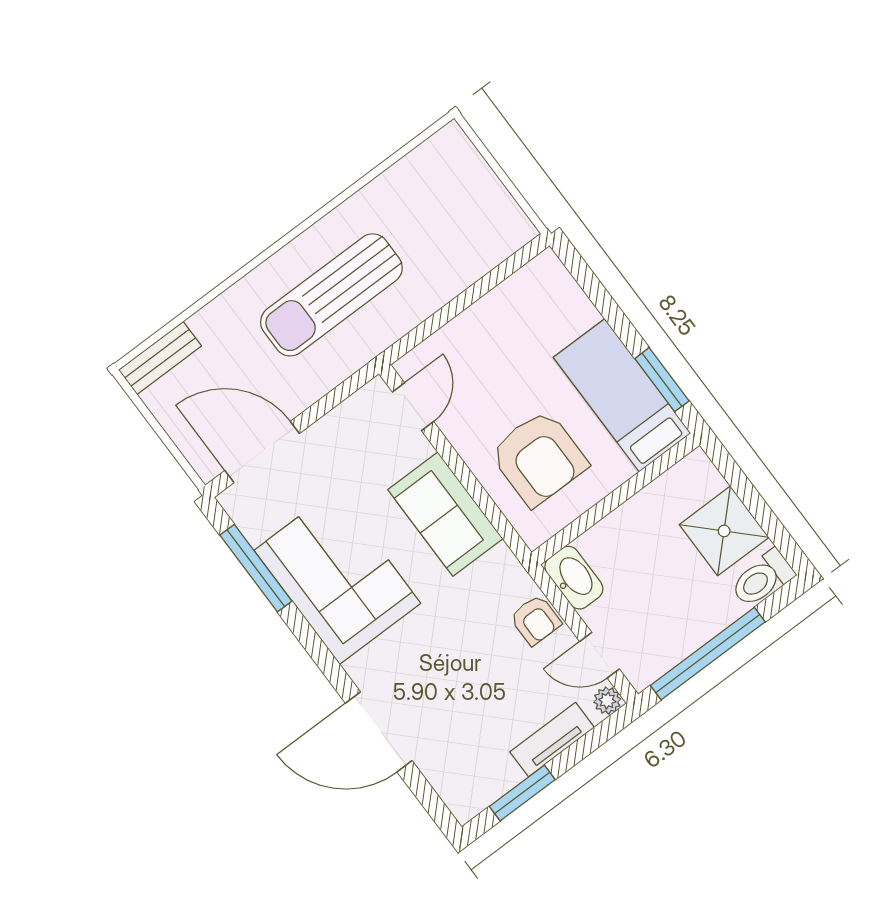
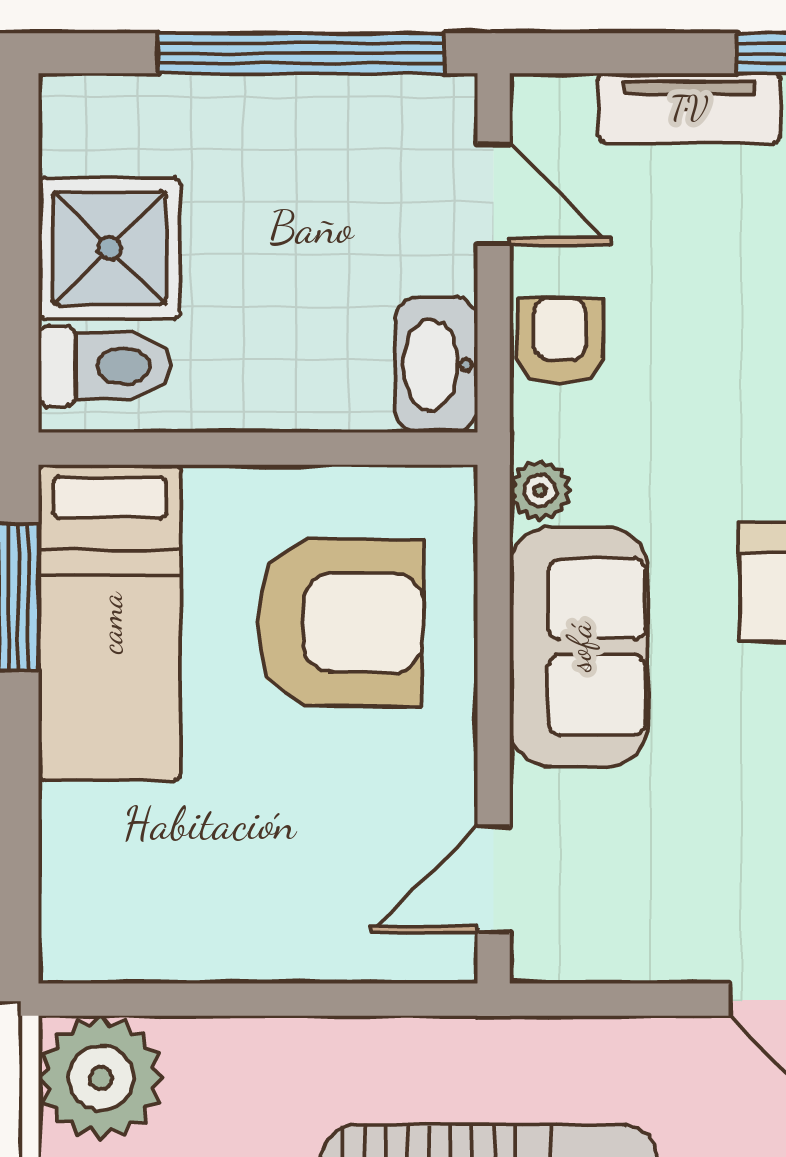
plant: (501, 228) -> (101, 1078), added
armchair: (539, 458) -> (340, 622), turned 91
toilet: (762, 579) -> (105, 366), moved
plant: (607, 701) -> (540, 490), moved

